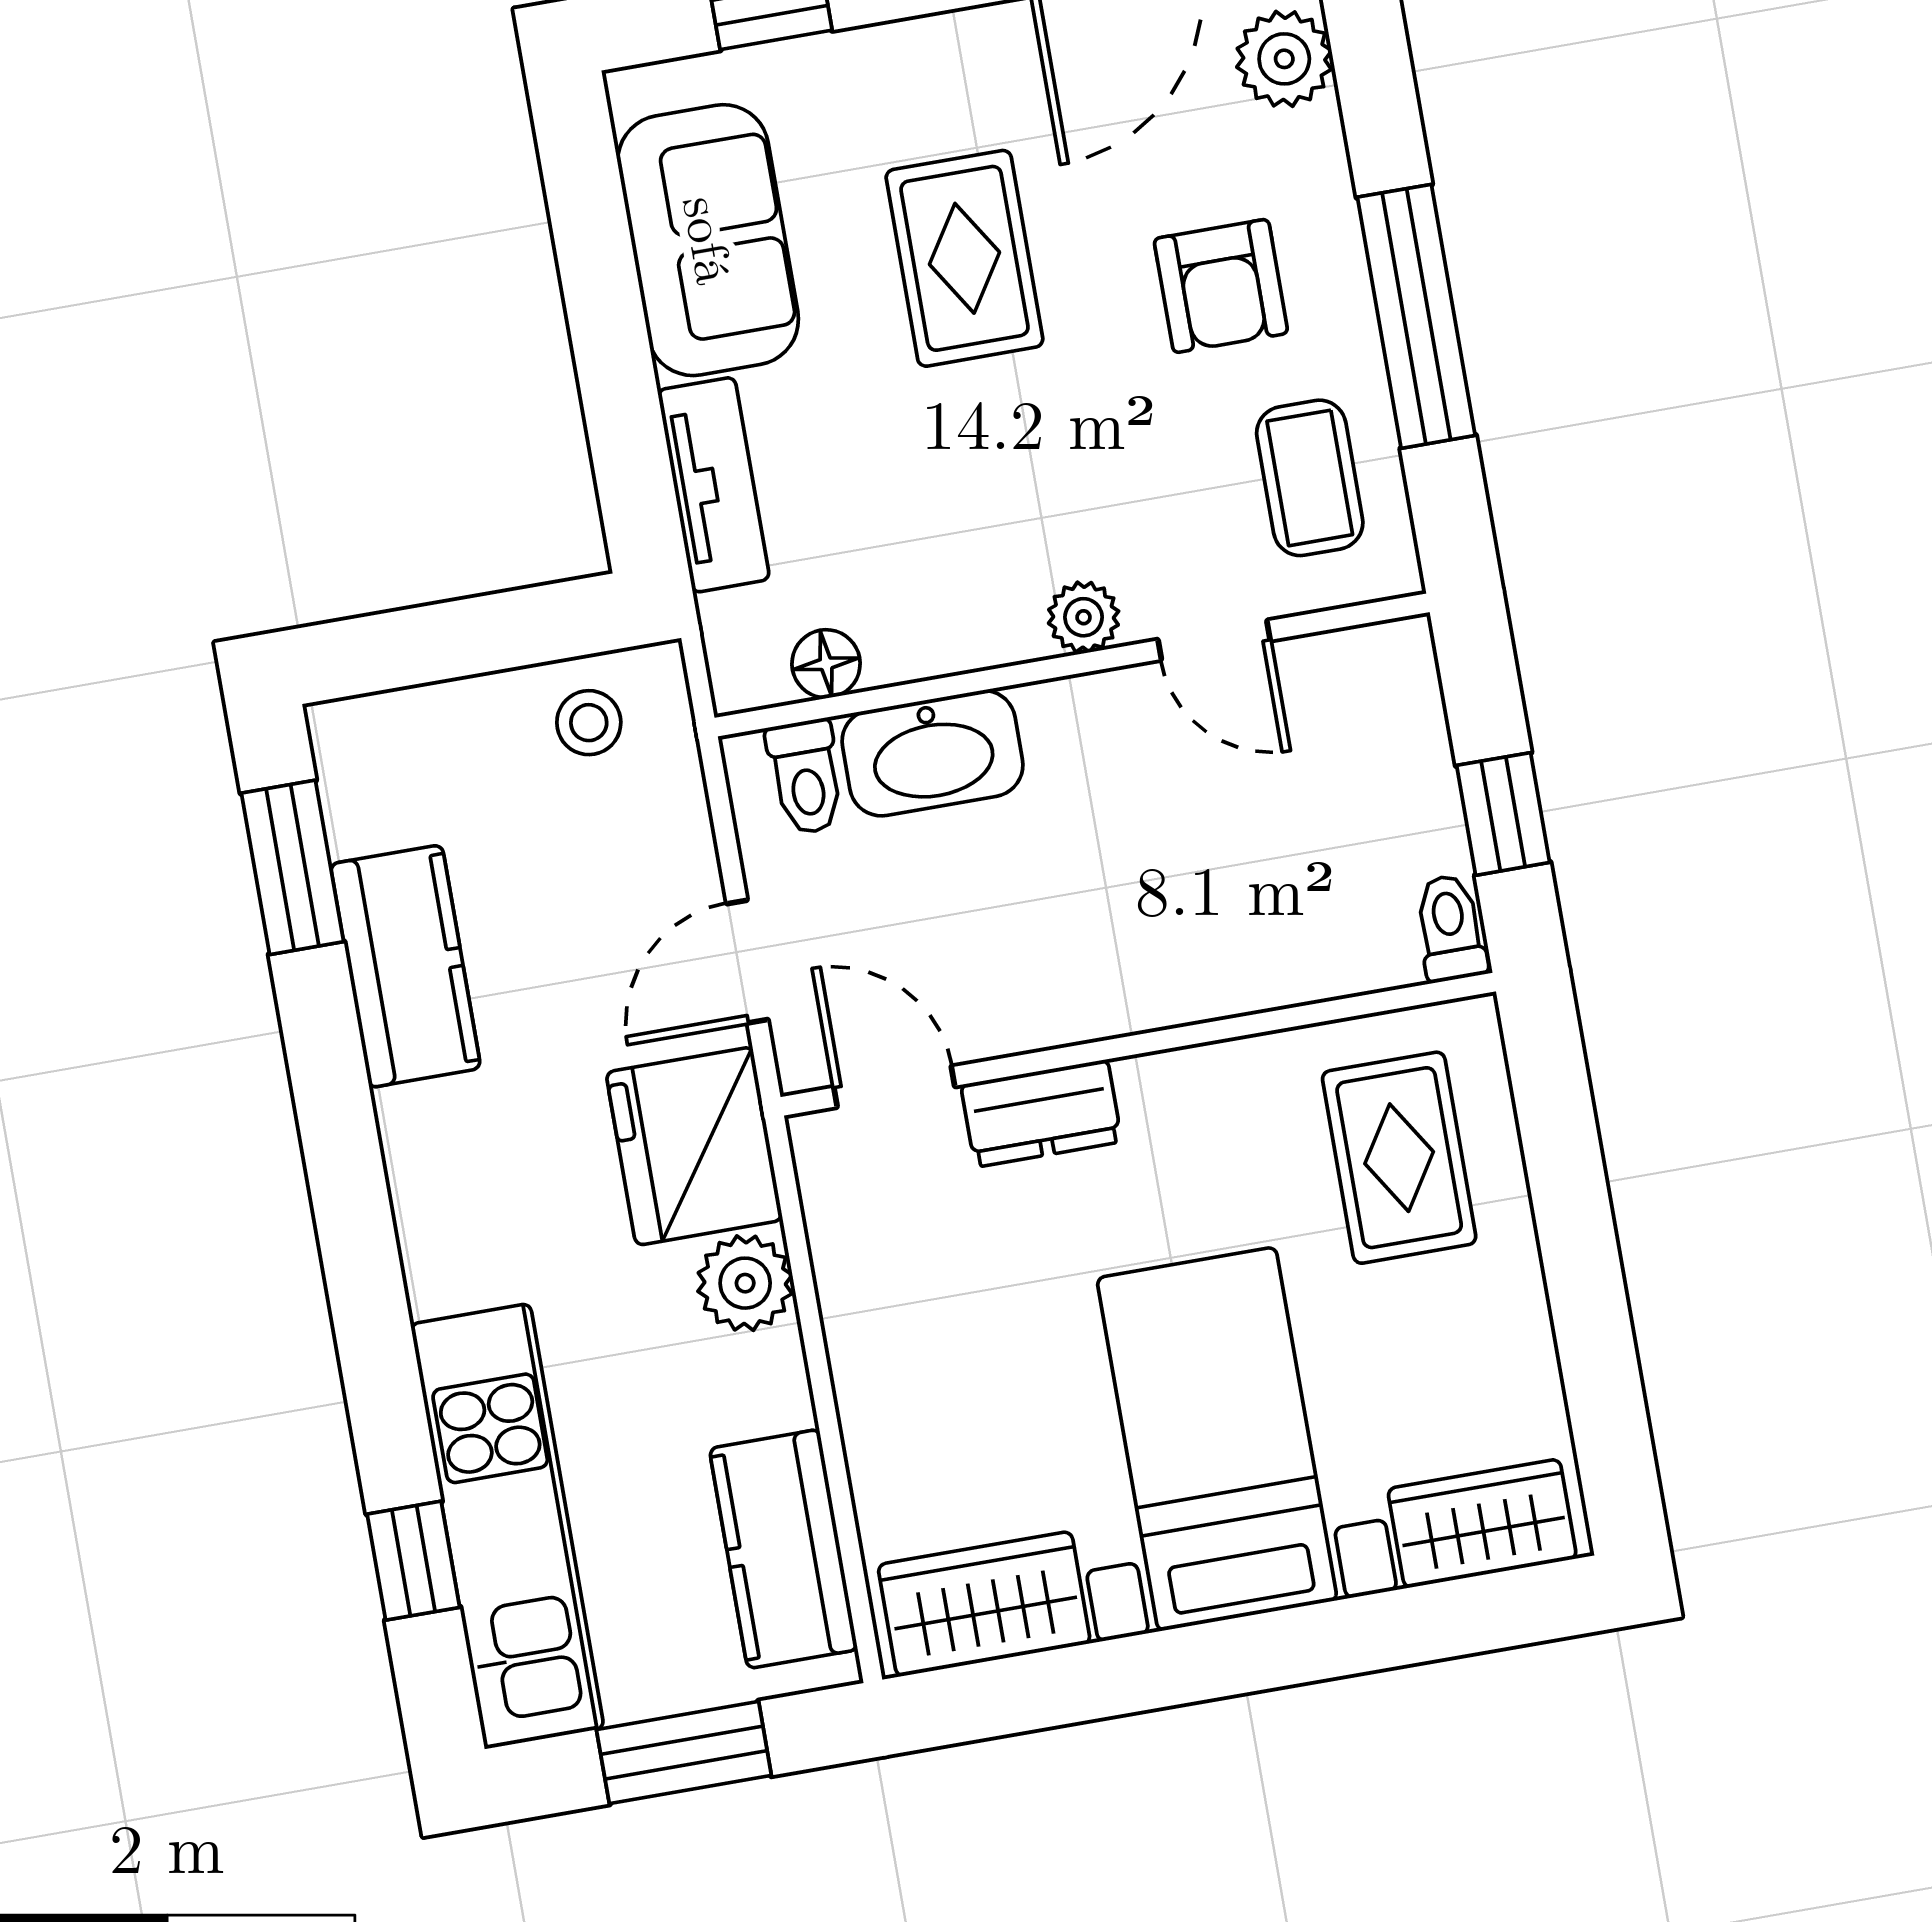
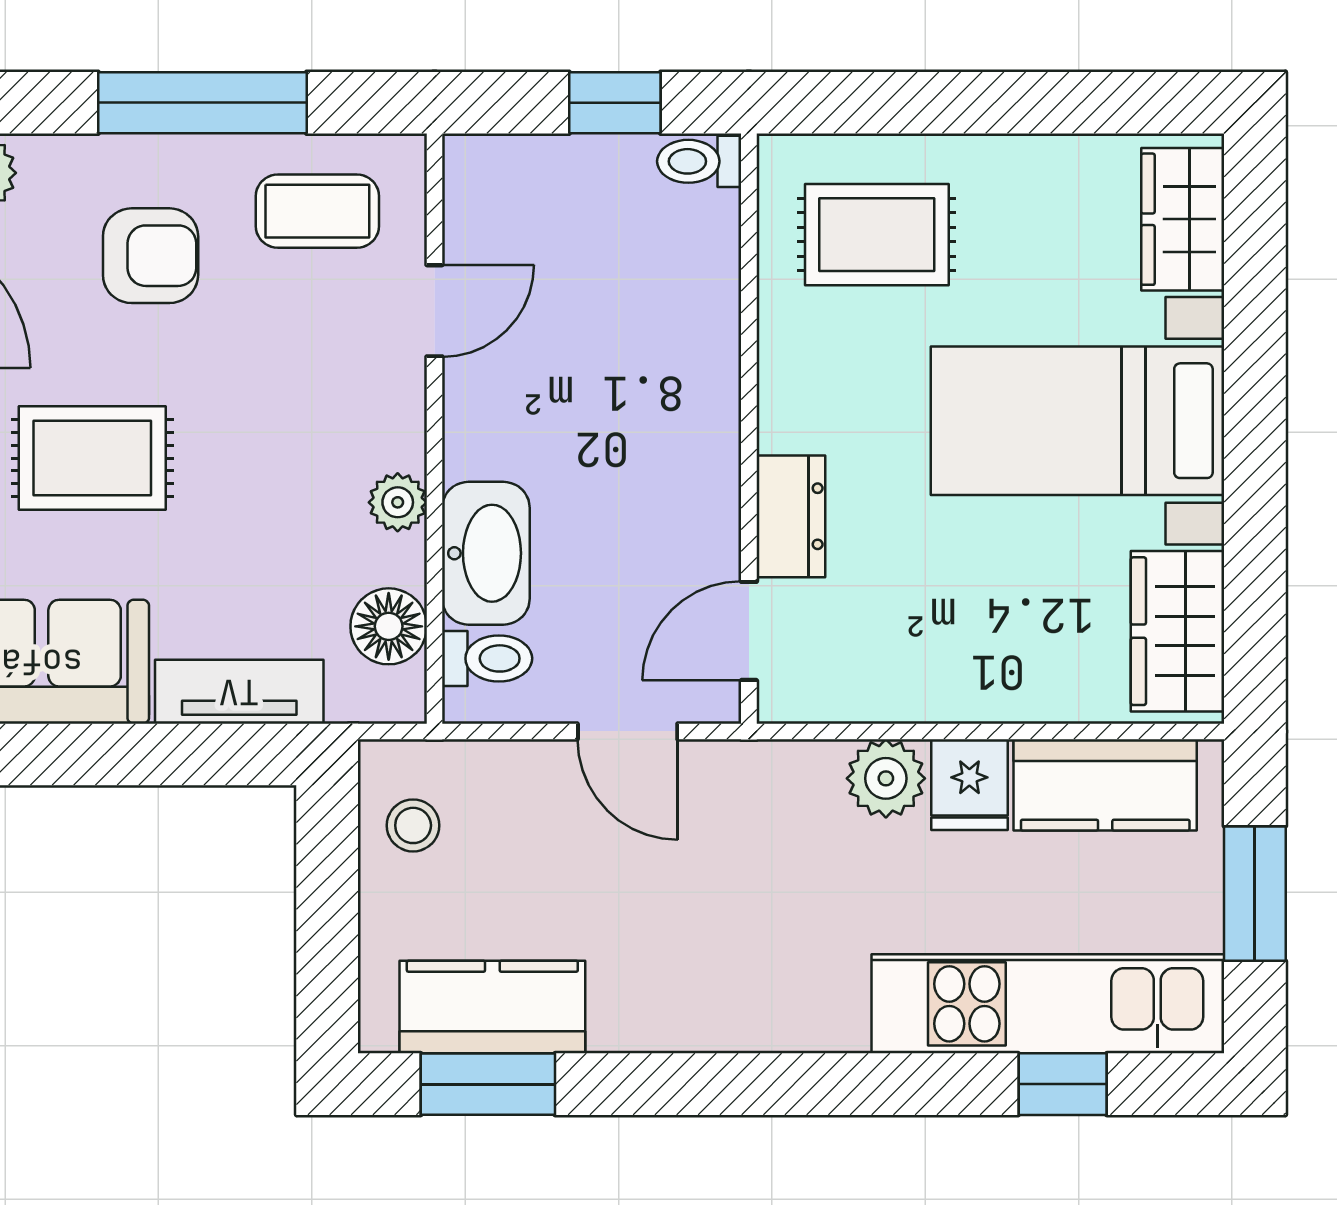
plant: (1084, 617) -> (398, 502), moved
floor lamp: (826, 664) -> (389, 626), width x1.37, depth x1.37
kitchen counter: (406, 966) -> (492, 1007), moved
fridge: (694, 1146) -> (969, 785), moved, width x0.53, depth x0.75

